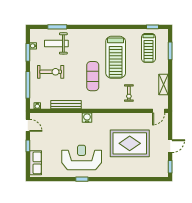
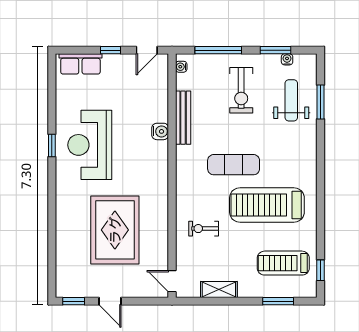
water cooler: (87, 118) -> (160, 131), moved
reception desk: (82, 158) -> (90, 145), turned 180

